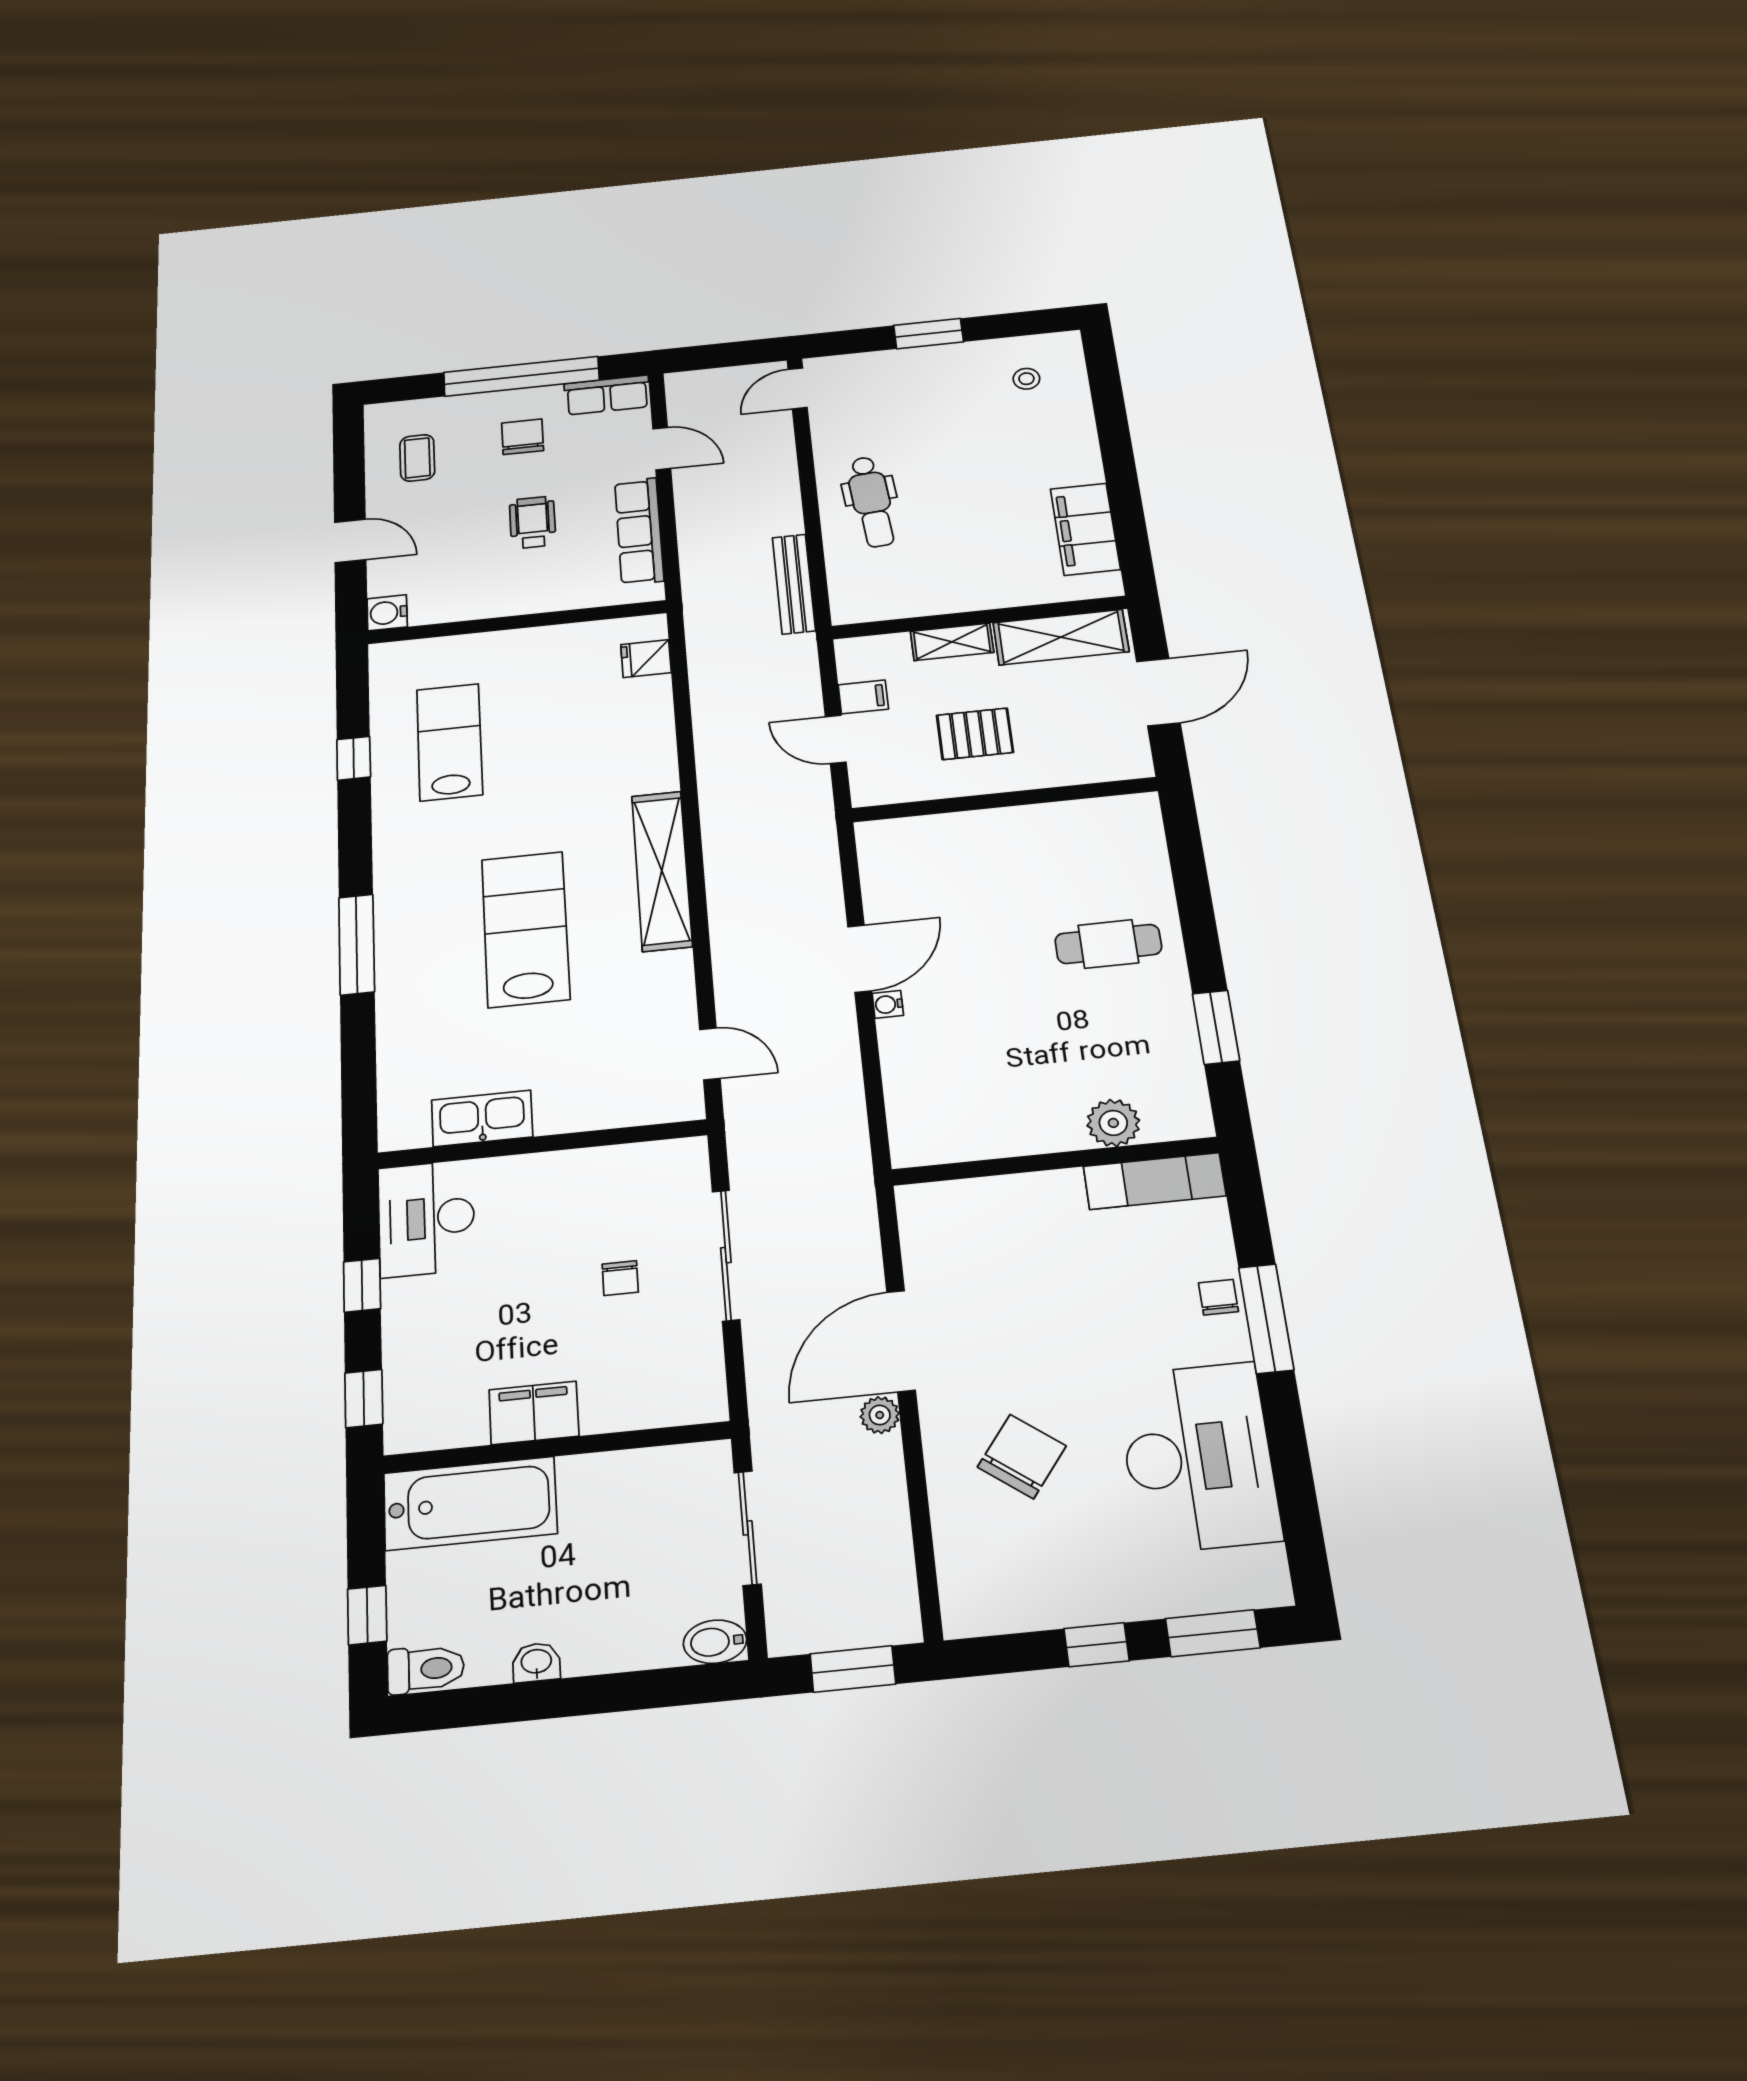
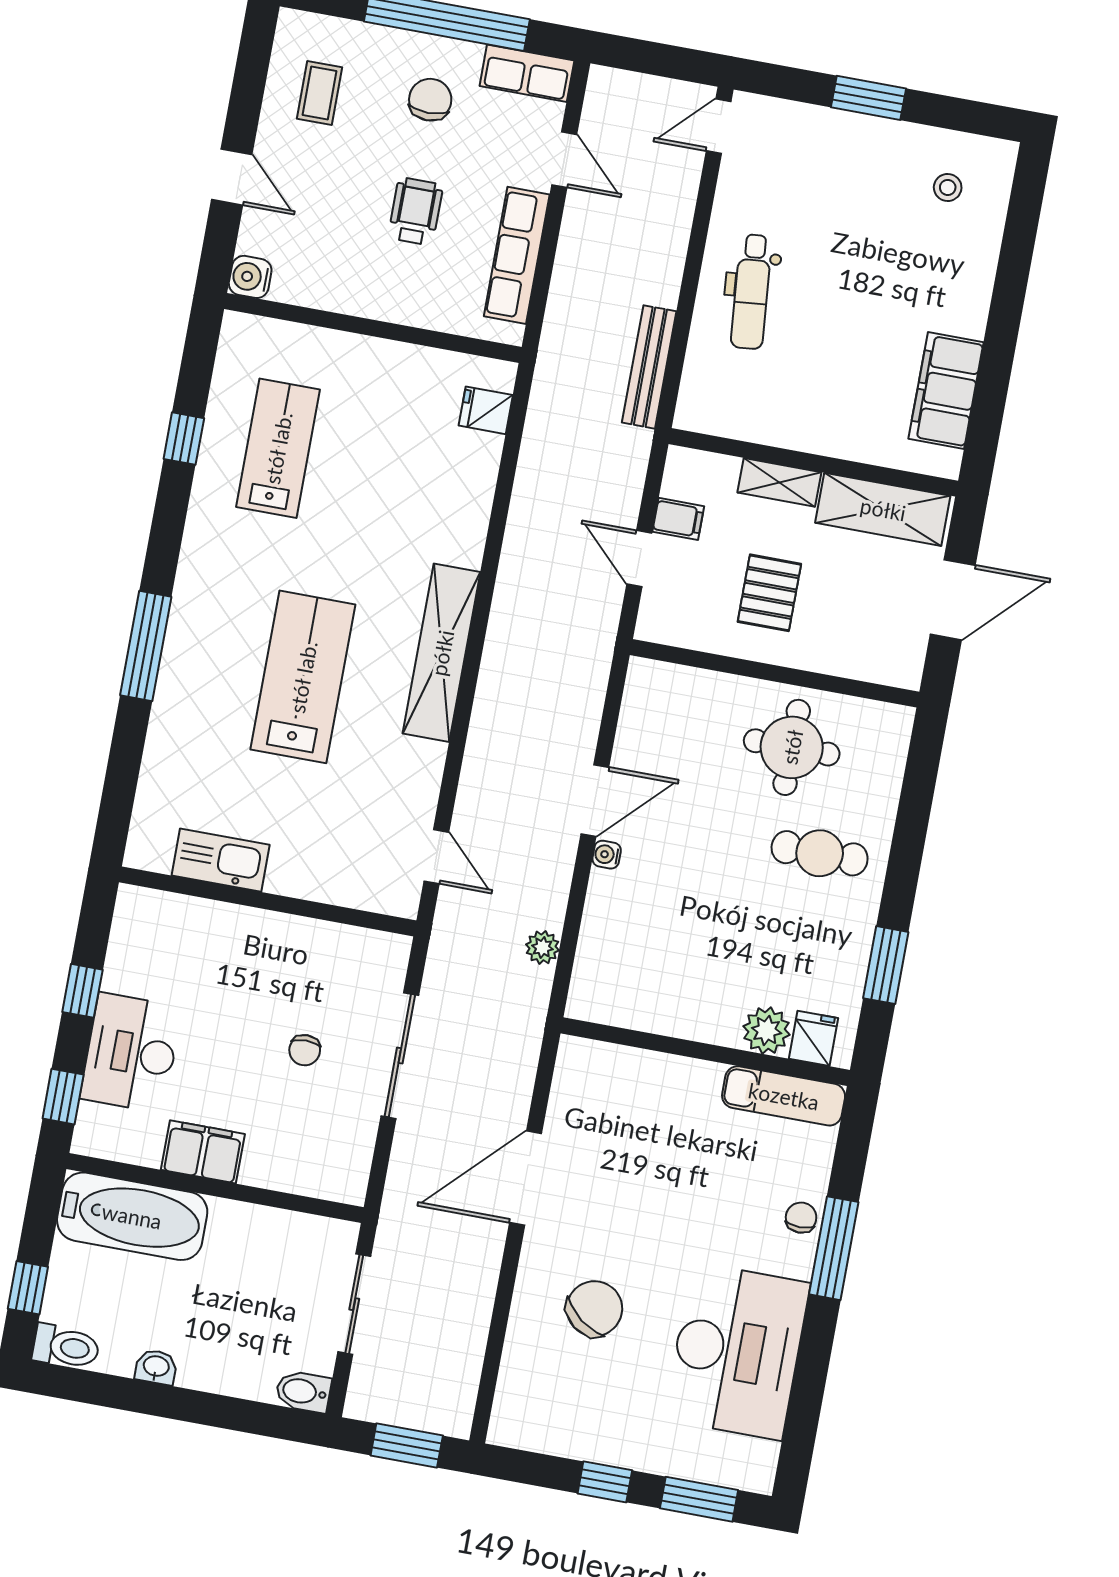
pallet: (975, 734) -> (769, 593), turned 90
round table: (1045, 858) -> (792, 747), added
fridge: (1166, 1117) -> (813, 1038), added
desk: (426, 1218) -> (131, 1053), moved
plant: (880, 1415) -> (542, 947), moved

